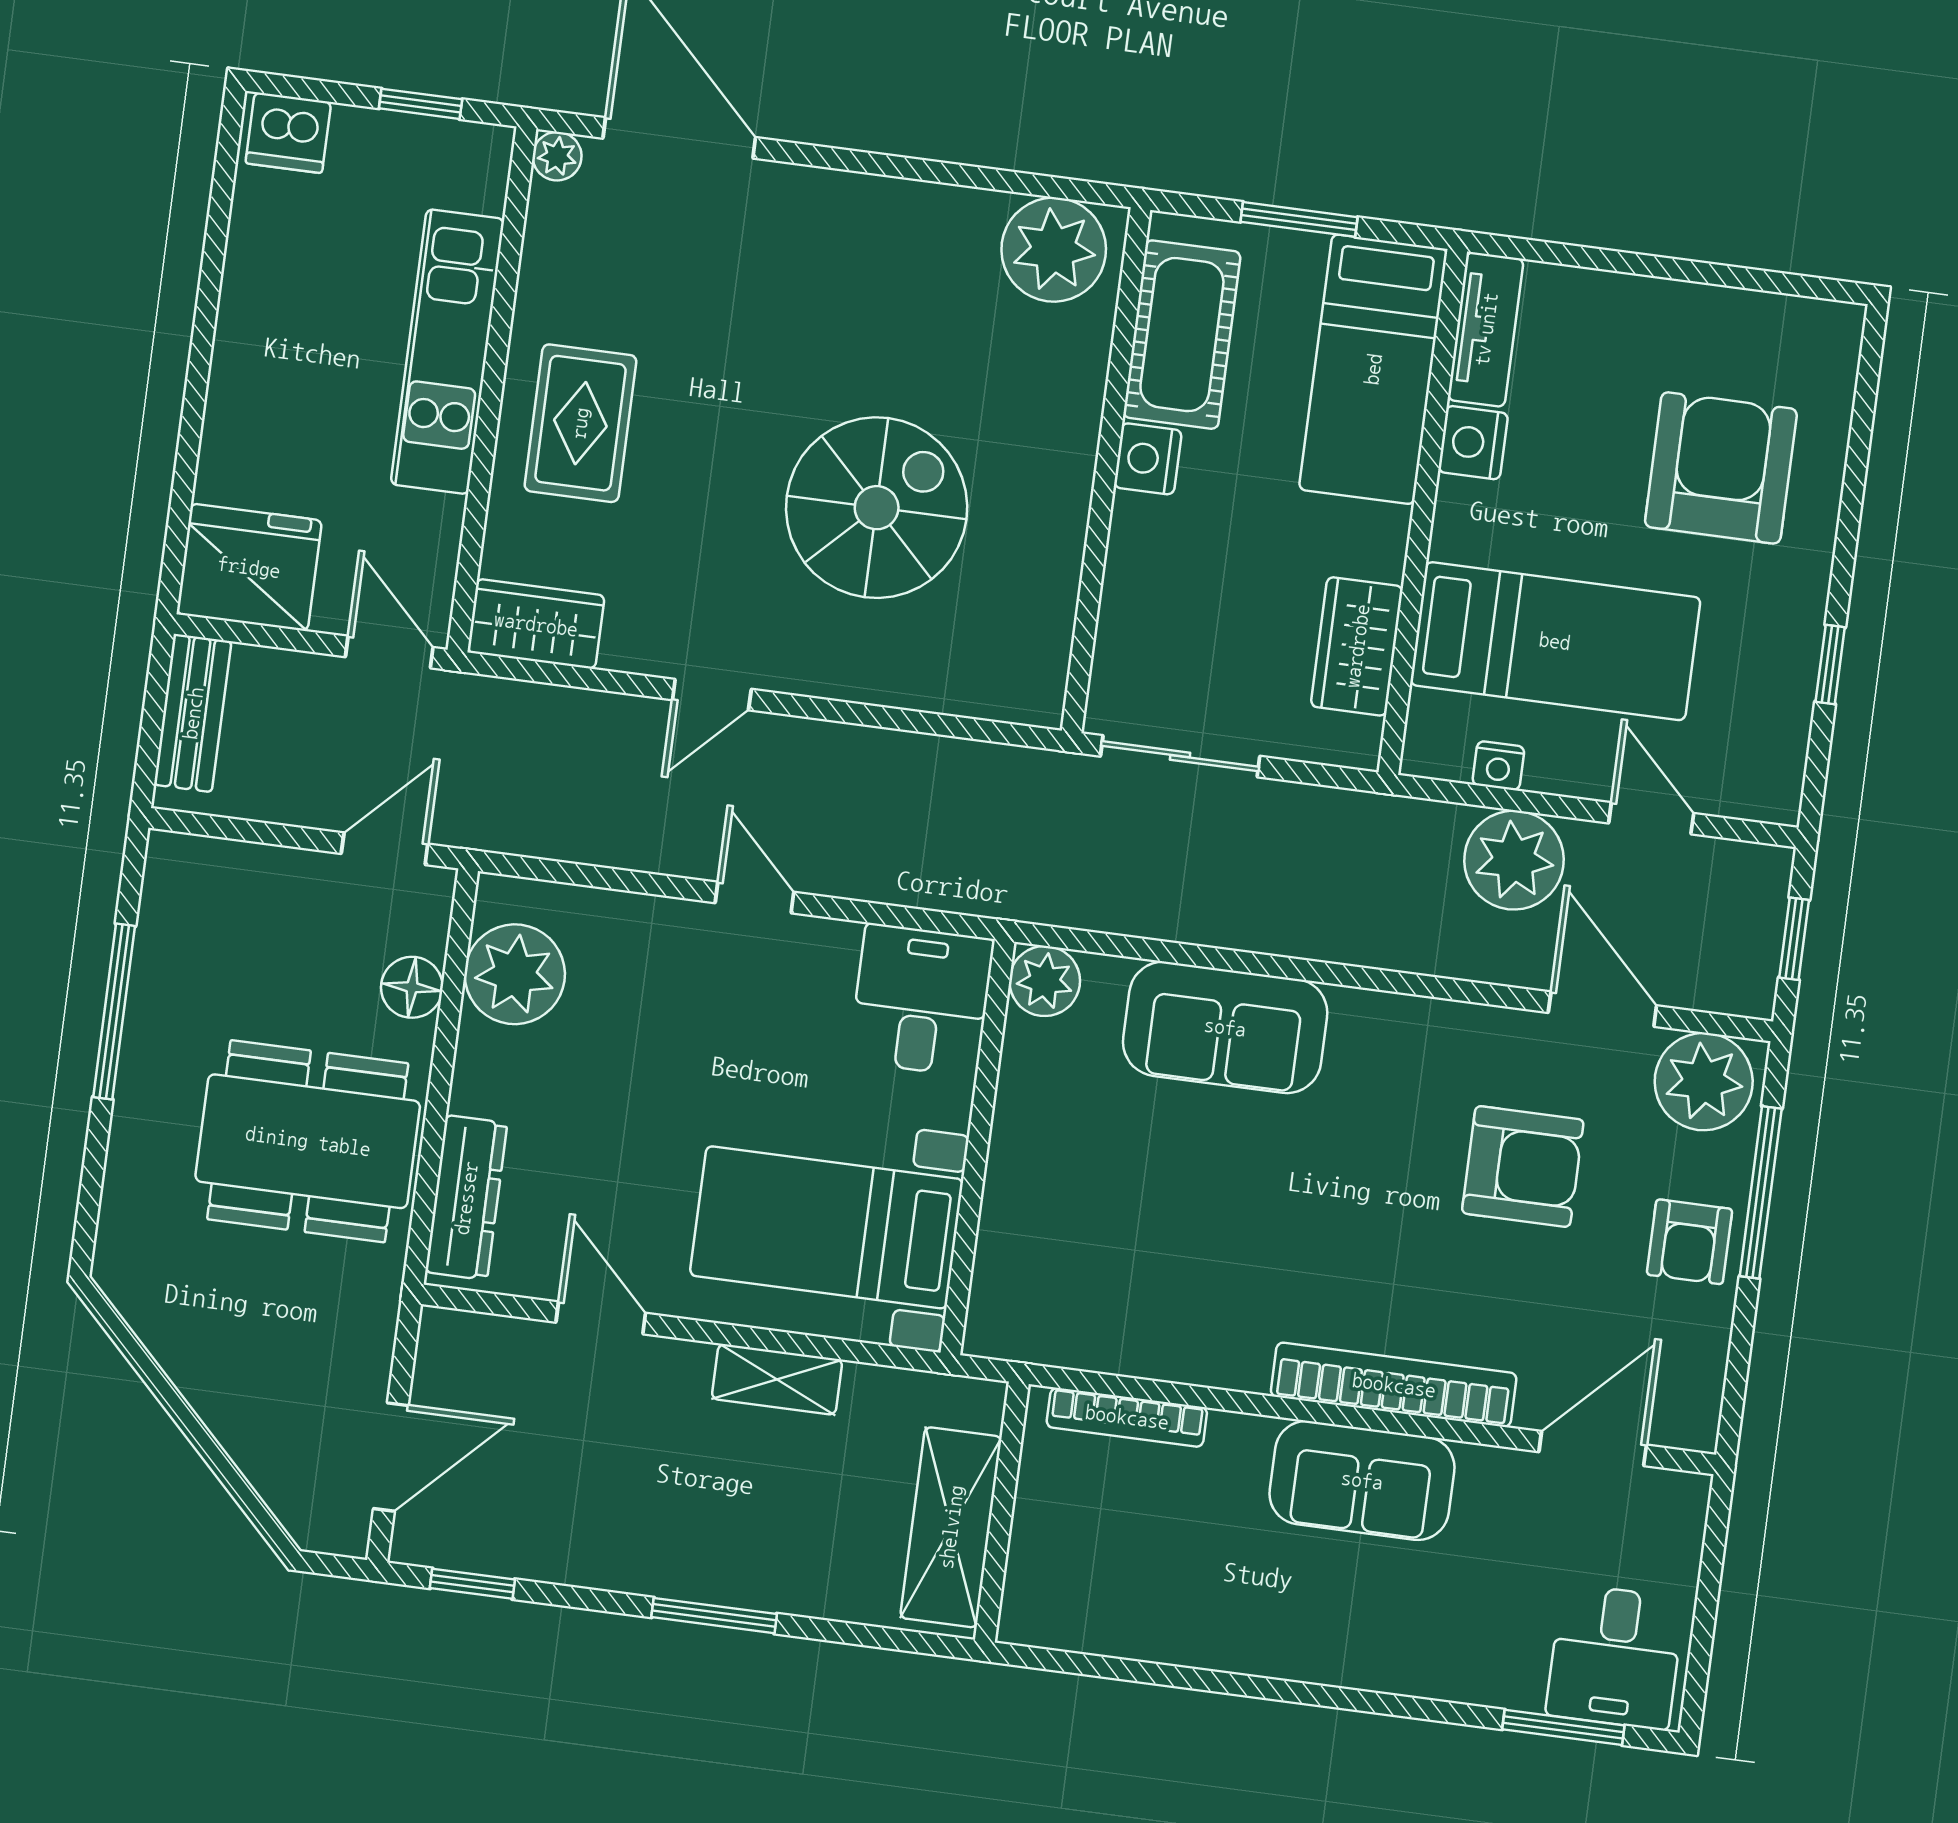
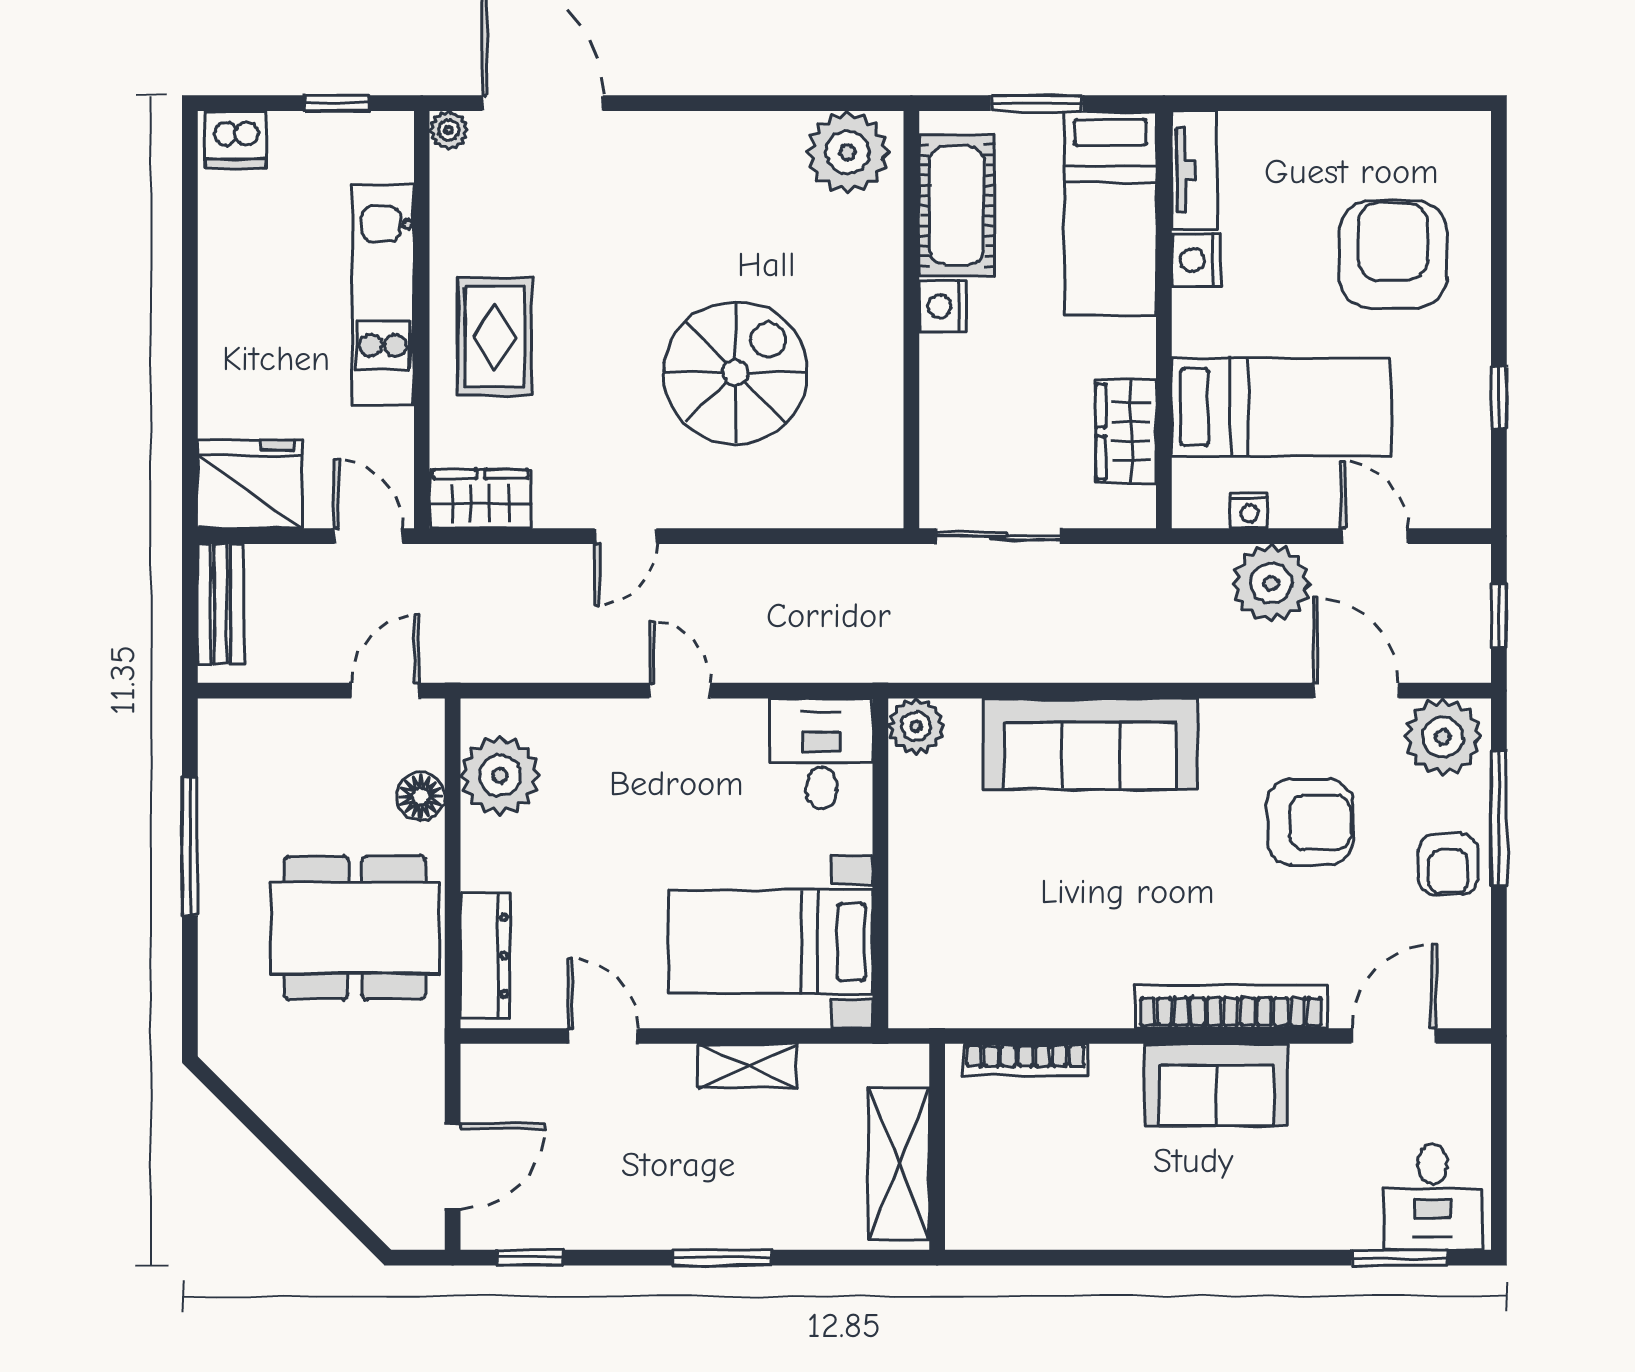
sofa: (1225, 1027) -> (1091, 744), width x1.36

